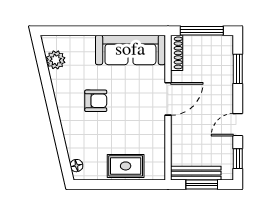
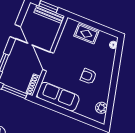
door: (168, 99) -> (48, 61), hinge flipped
door: (238, 125) -> (15, 32), hinge flipped
window: (238, 159) -> (23, 13), removed

